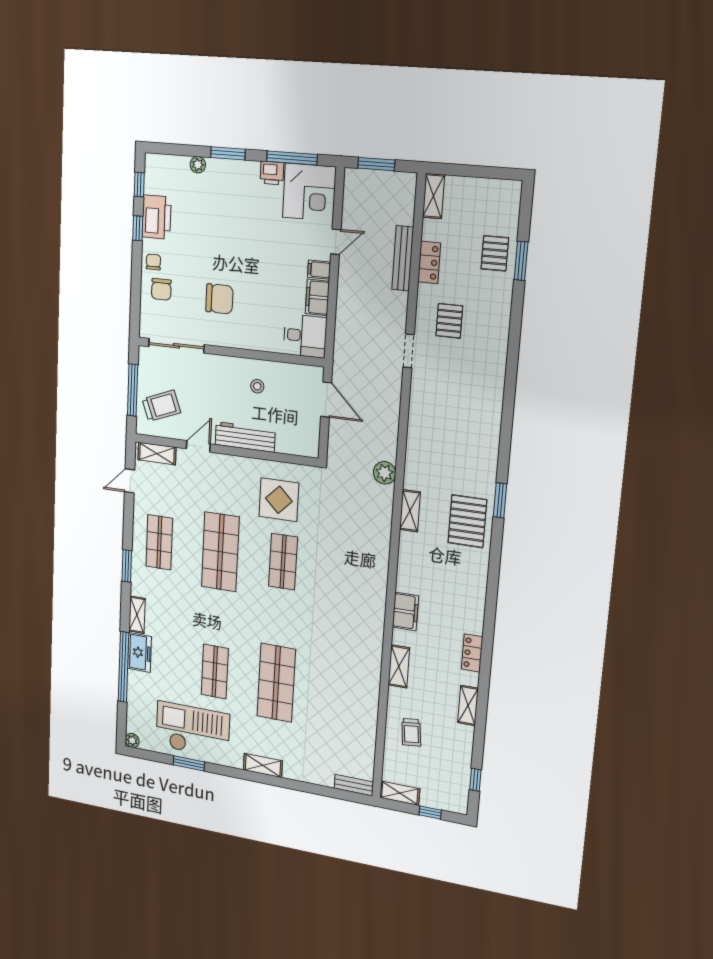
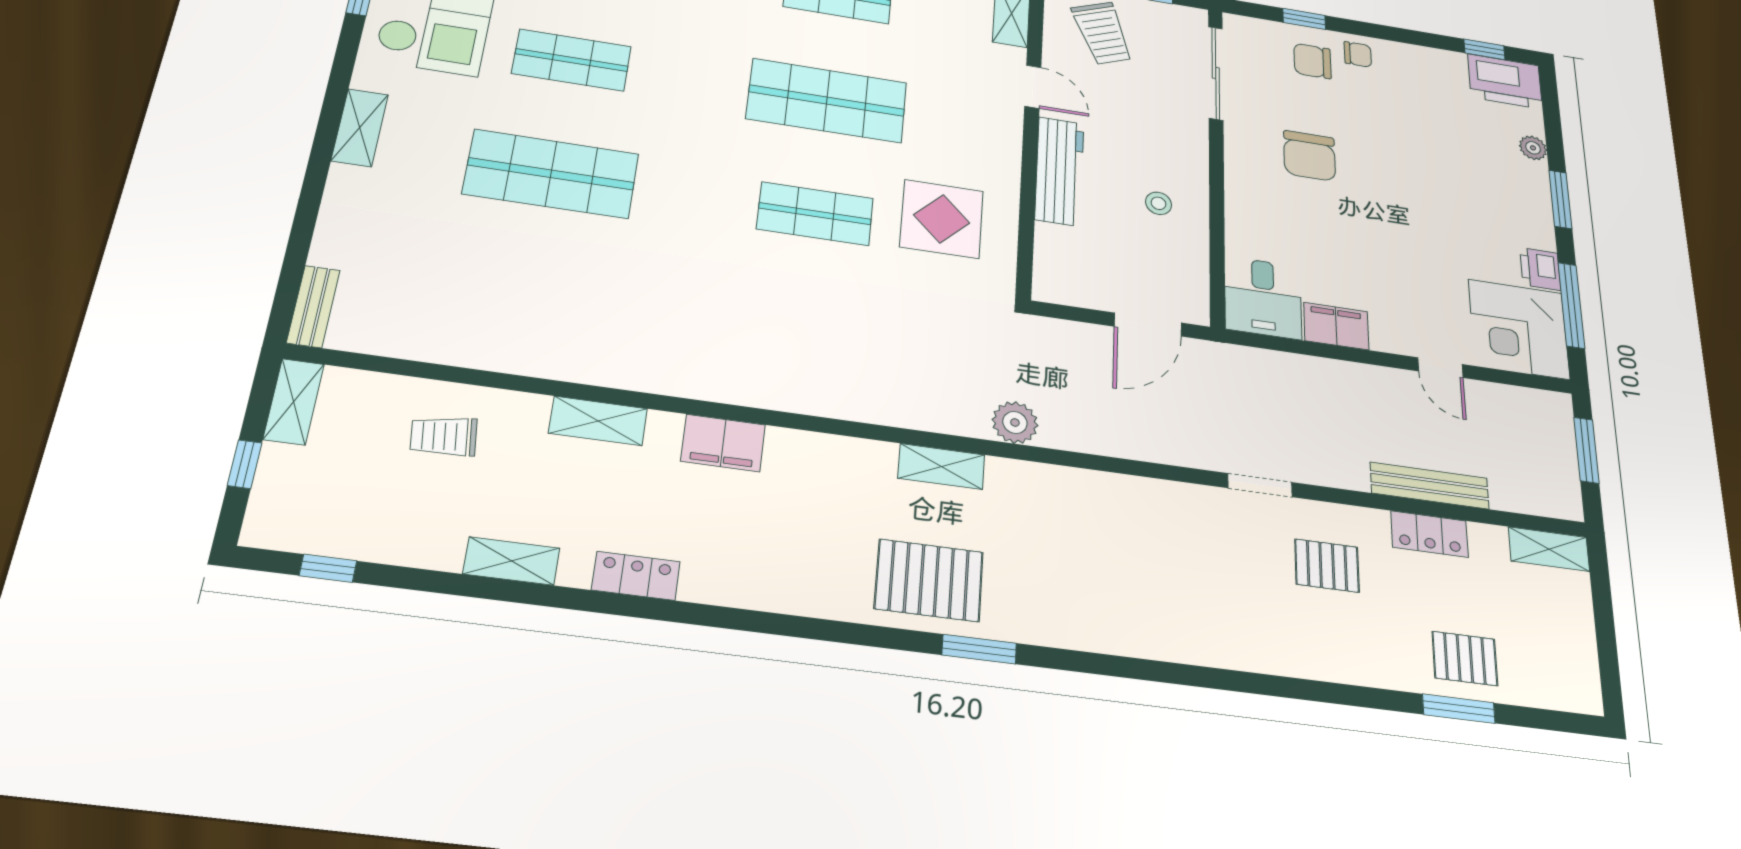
printer: (156, 217) -> (1505, 81), moved
window: (138, 228) -> (1304, 19), moved
filing cabinet: (319, 270) -> (1387, 334), removed

